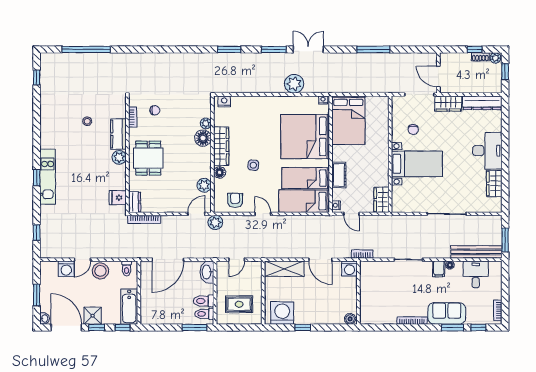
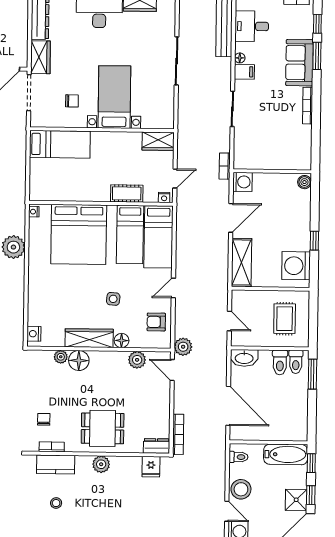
bed: (348, 120) -> (60, 144), moved, width x0.67
kitchen counter: (118, 134) -> (56, 464), moved

